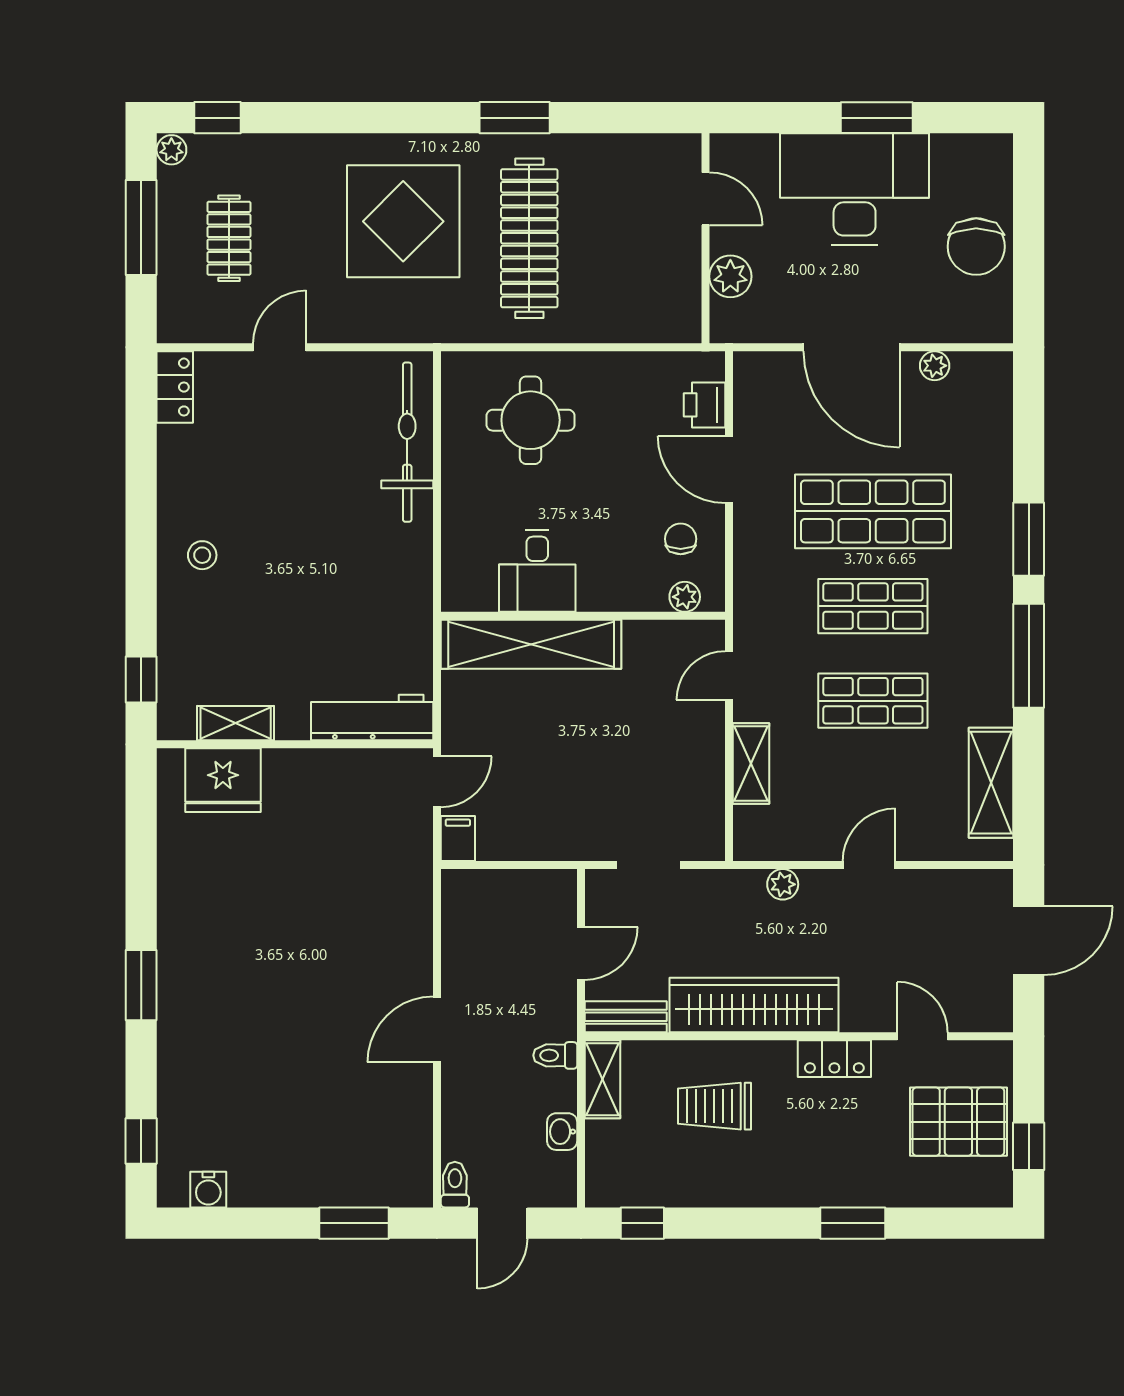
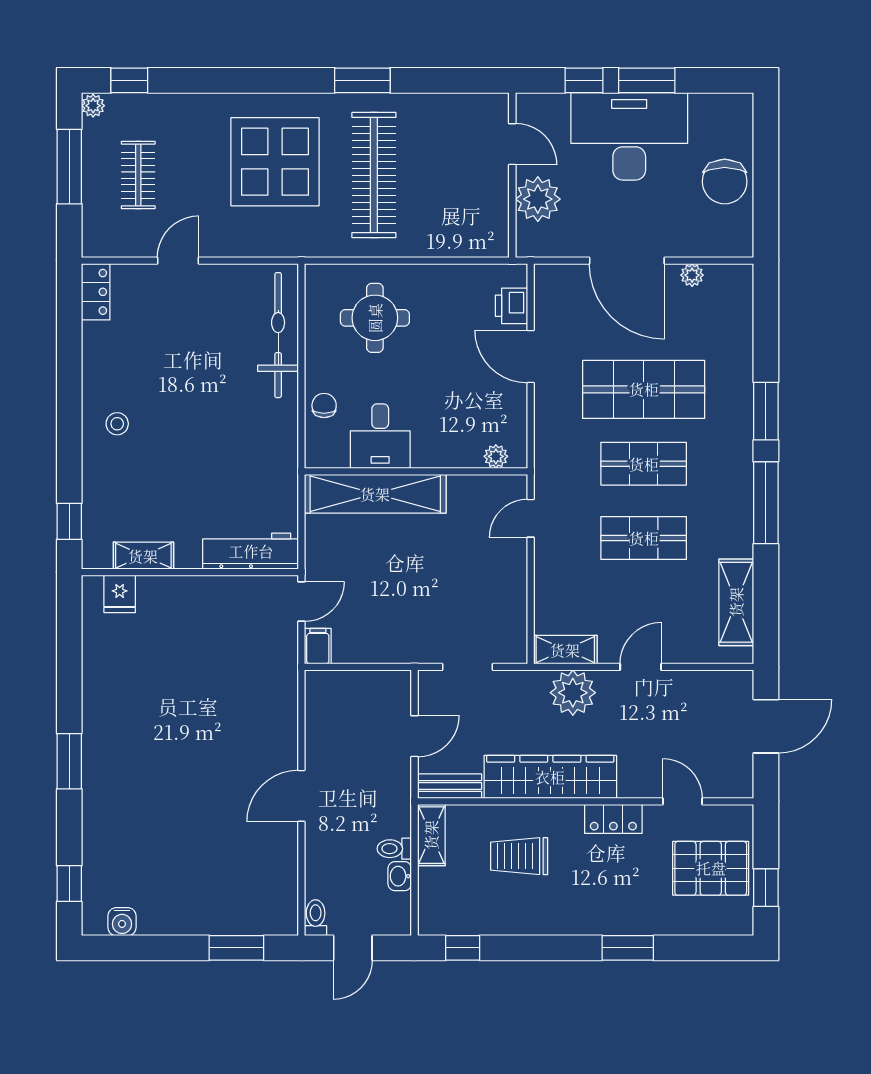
window: (797, 118) -> (584, 80), added
plant: (730, 276) -> (538, 199), width x1.36, depth x1.36
chair: (681, 539) -> (324, 405), moved
shelving: (751, 763) -> (565, 650), moved, turned 90
fridge: (223, 780) -> (120, 594), width x0.53, depth x0.75
plant: (783, 884) -> (573, 693), width x1.87, depth x1.87
toilet: (555, 1055) -> (394, 849), moved

